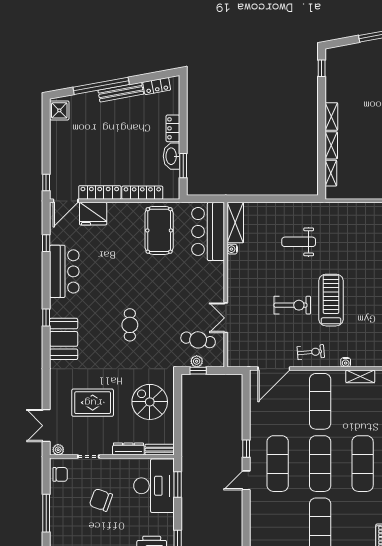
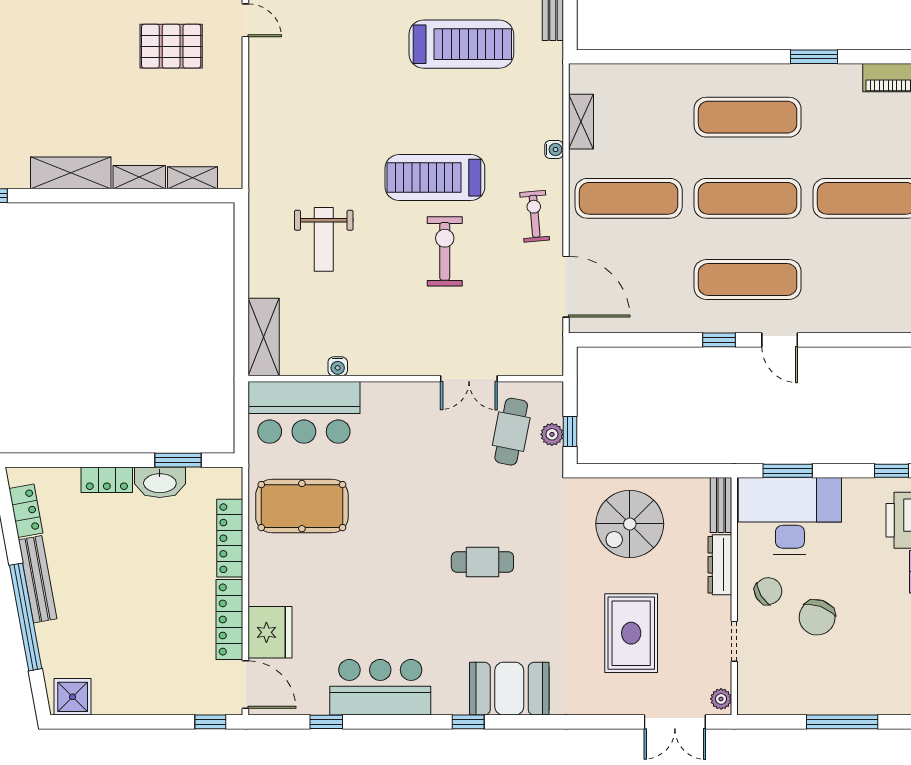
shelving: (331, 117) -> (71, 173), width x1.50, depth x1.33
shelving: (235, 223) -> (264, 337), moved, turned 90
chair: (60, 474) -> (768, 591), moved, turned 59

